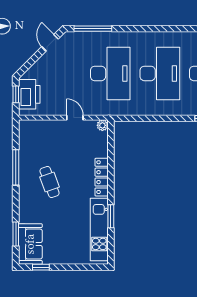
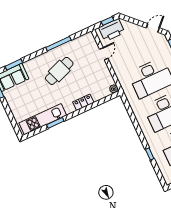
door: (75, 118) -> (104, 54), moved
locker: (102, 177) -> (83, 102), width x0.66
cafe table: (50, 182) -> (59, 71), width x1.37, depth x1.35

